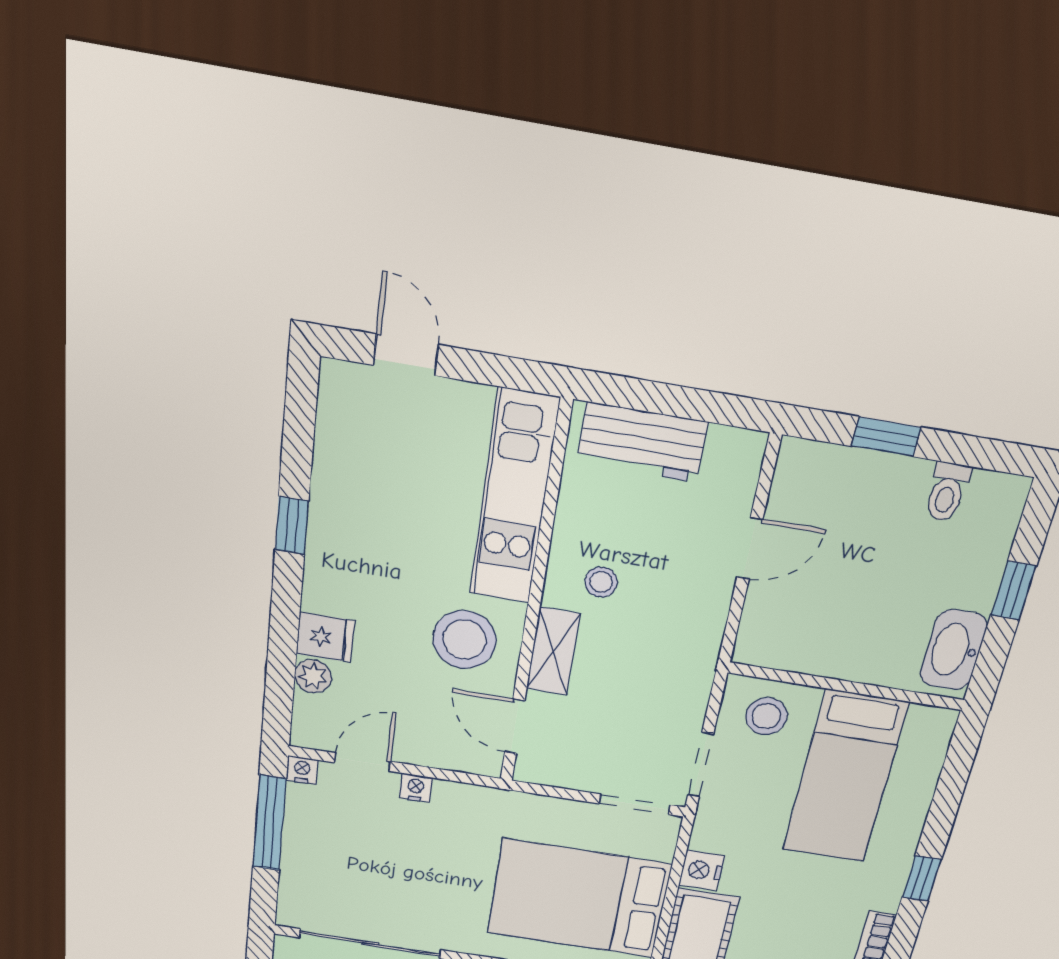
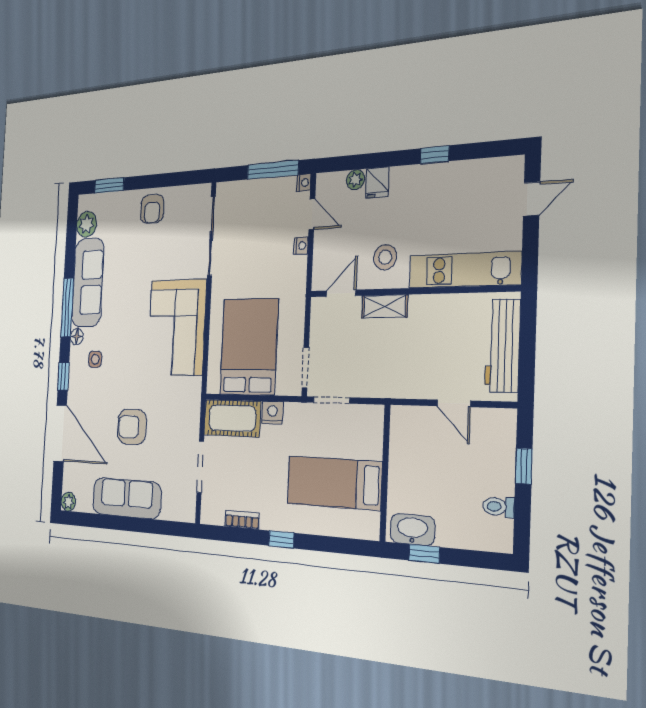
workbench: (642, 442) -> (503, 346), width x1.38
stool: (601, 582) -> (425, 325), removed
window: (1013, 591) -> (424, 554), moved
stool: (464, 640) -> (385, 257), width x0.73, depth x0.73
stool: (766, 716) -> (363, 431), removed

